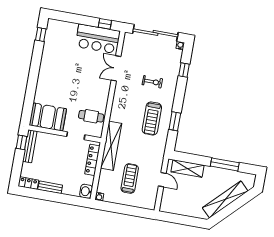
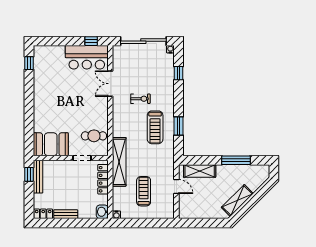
exercise bike: (152, 82) -> (140, 99), moved
shelving: (225, 199) -> (237, 200), width x0.68

